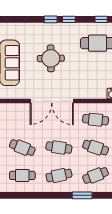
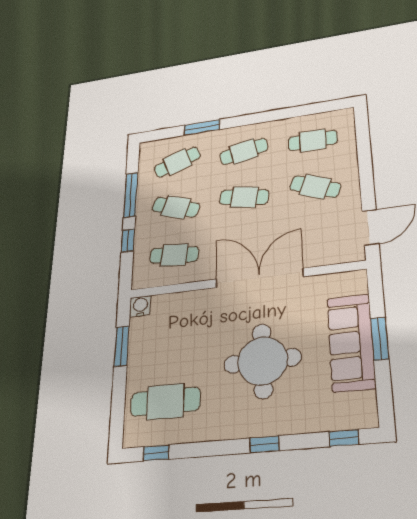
window: (69, 19) -> (344, 438), moved
round table: (51, 58) -> (263, 361), width x1.36, depth x1.36

